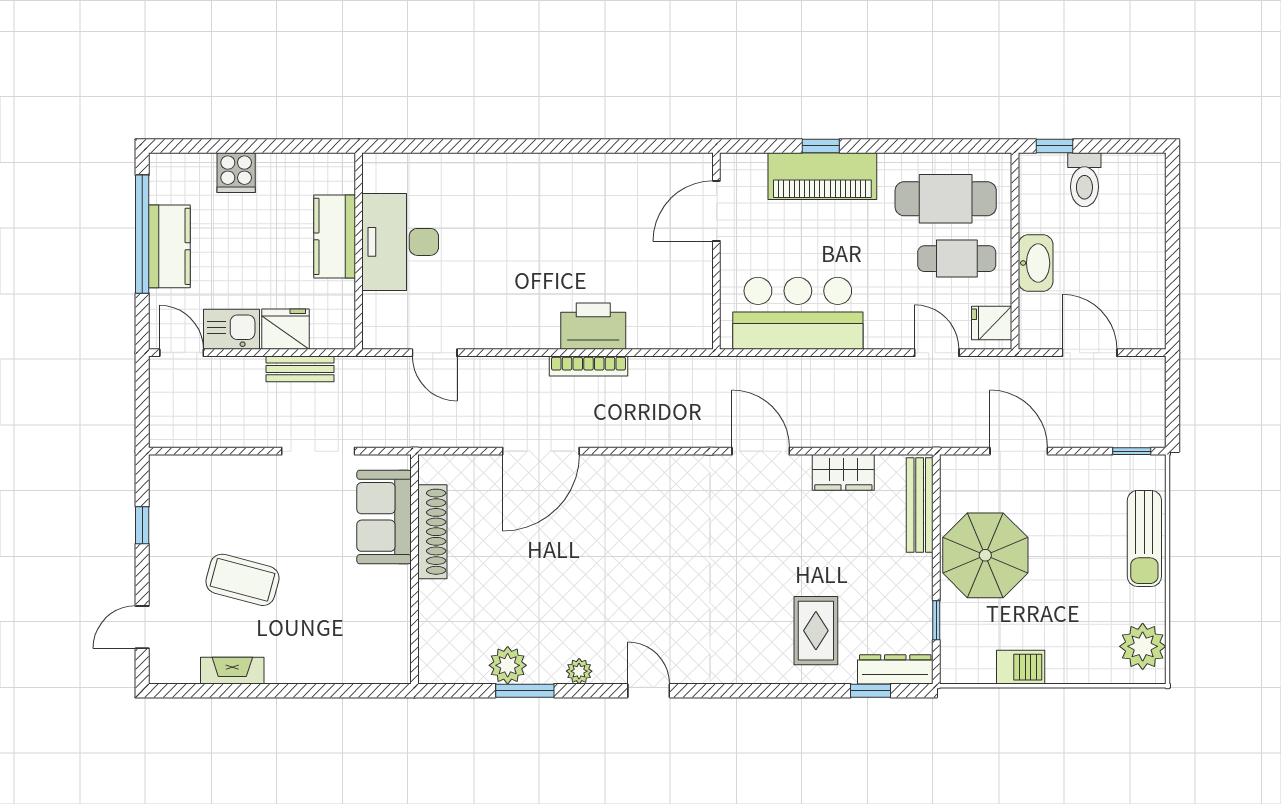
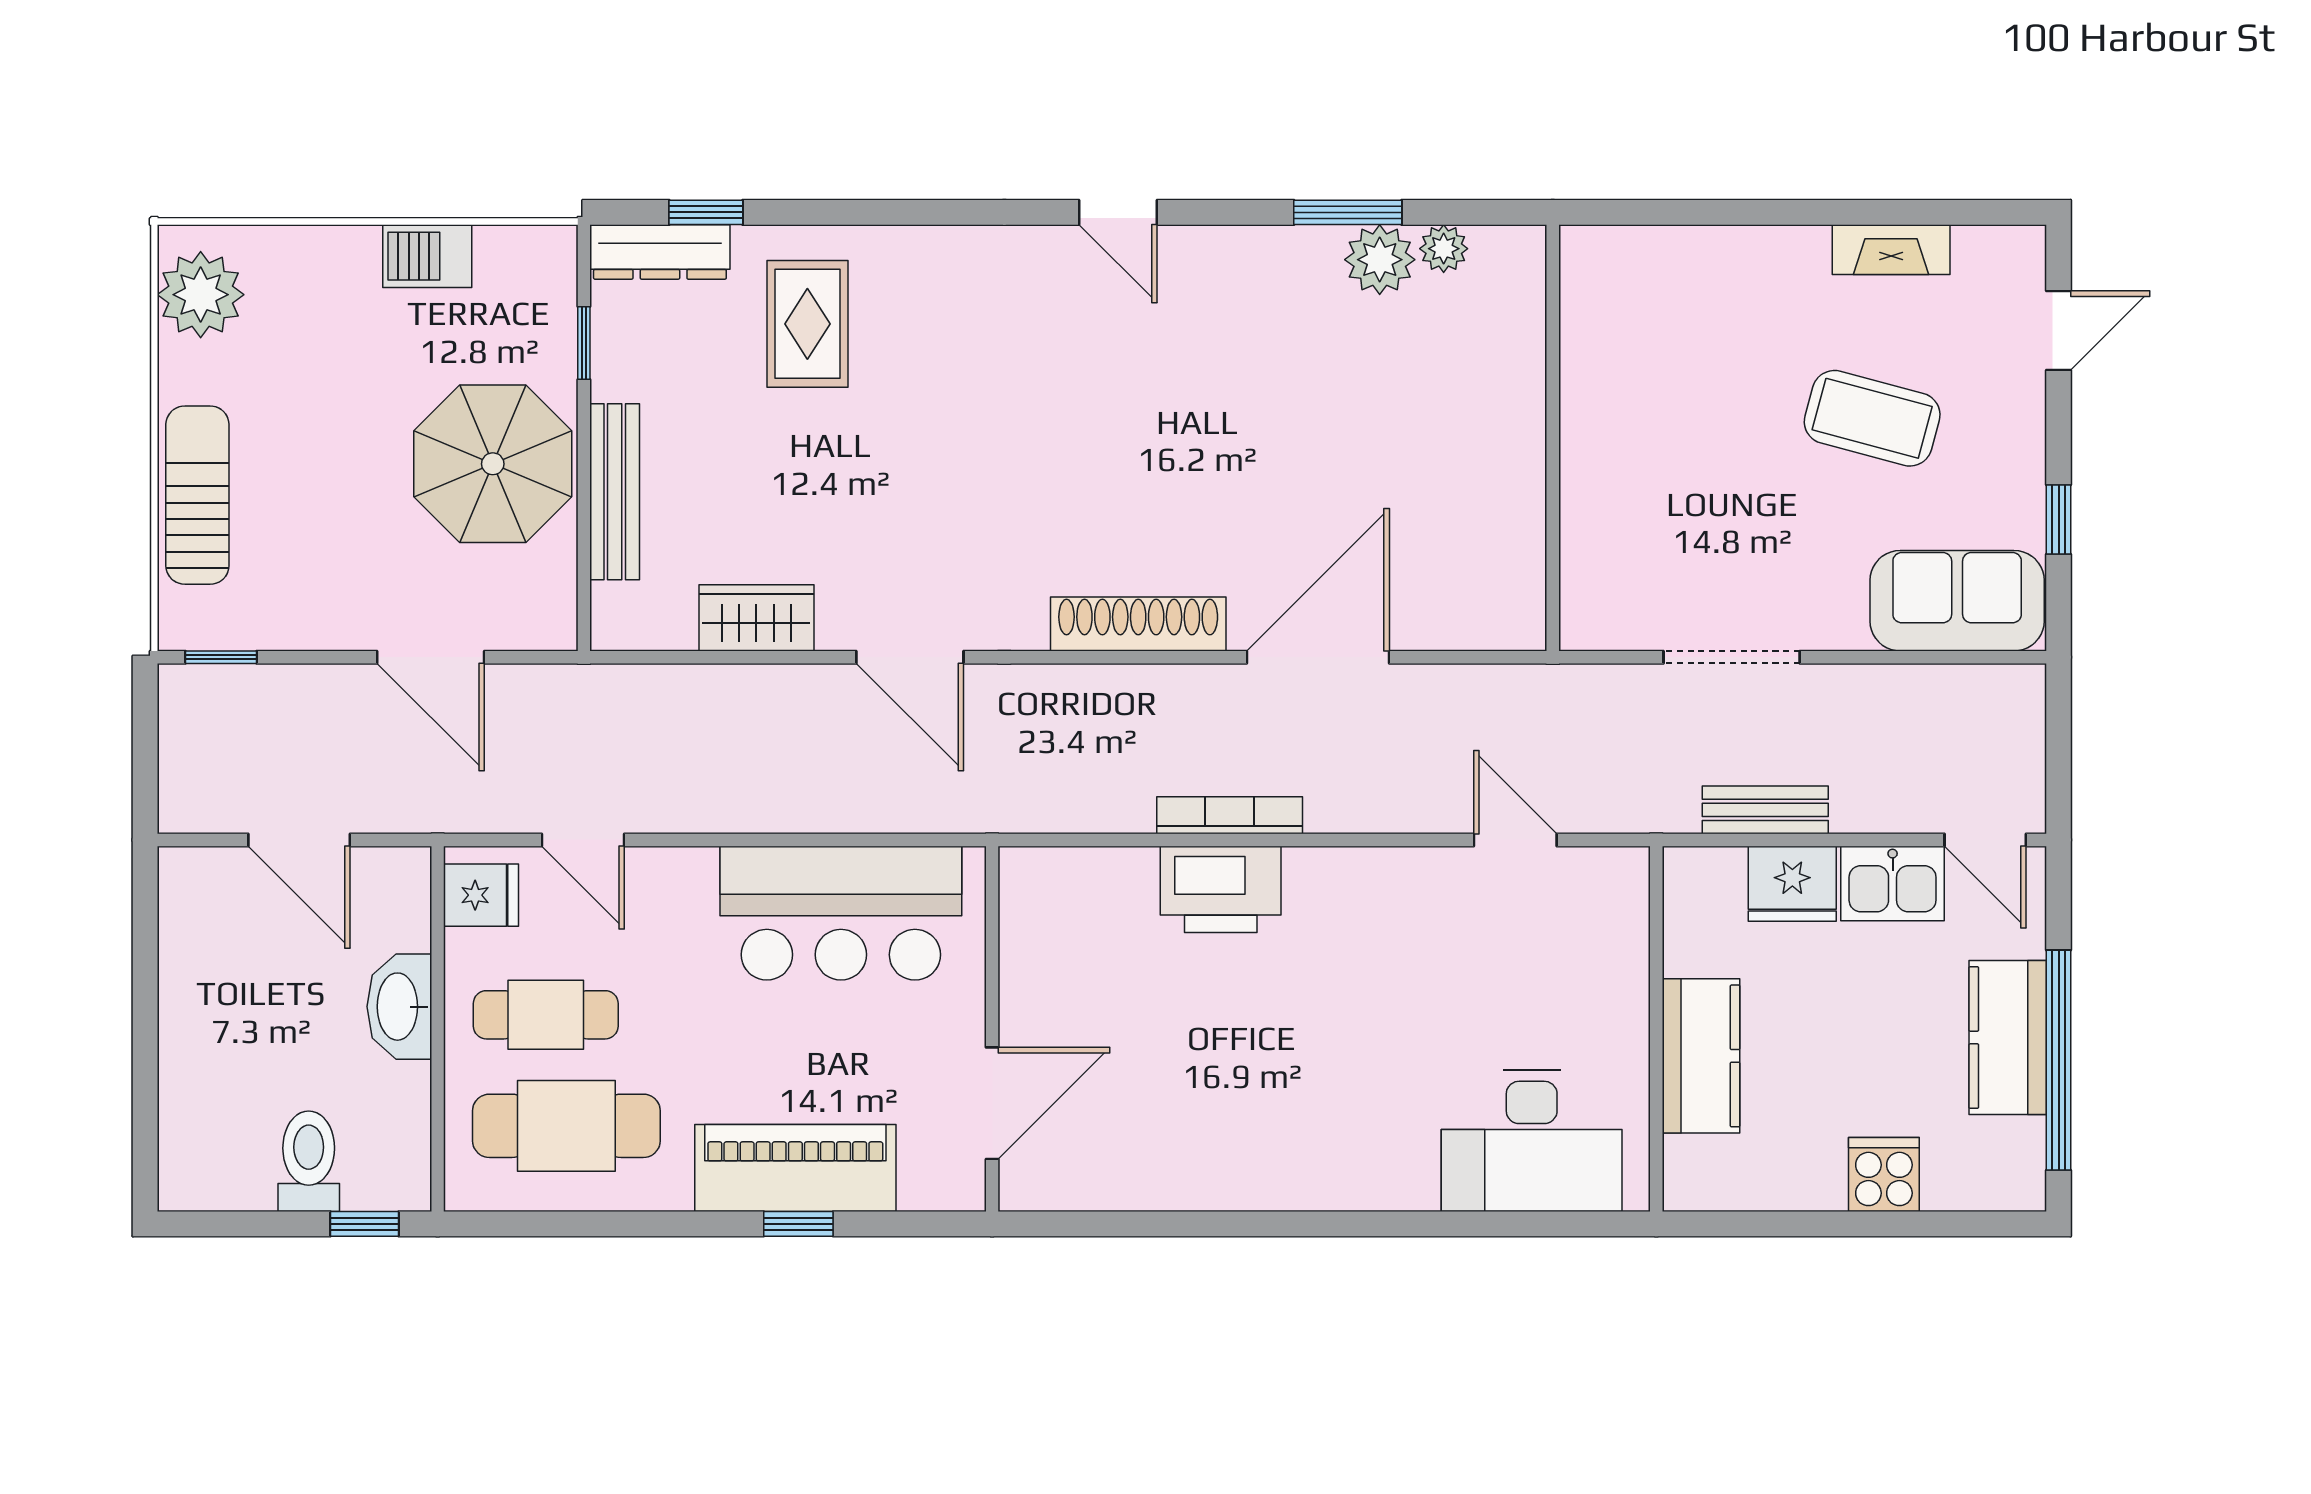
desk: (400, 242) -> (1532, 1141), moved, turned 90
bench: (920, 505) -> (615, 492), moved
sofa: (384, 517) -> (1957, 601), moved, turned -90
shoe rack: (432, 532) -> (1138, 624), moved, turned 90
plant: (579, 671) -> (1444, 249), moved

